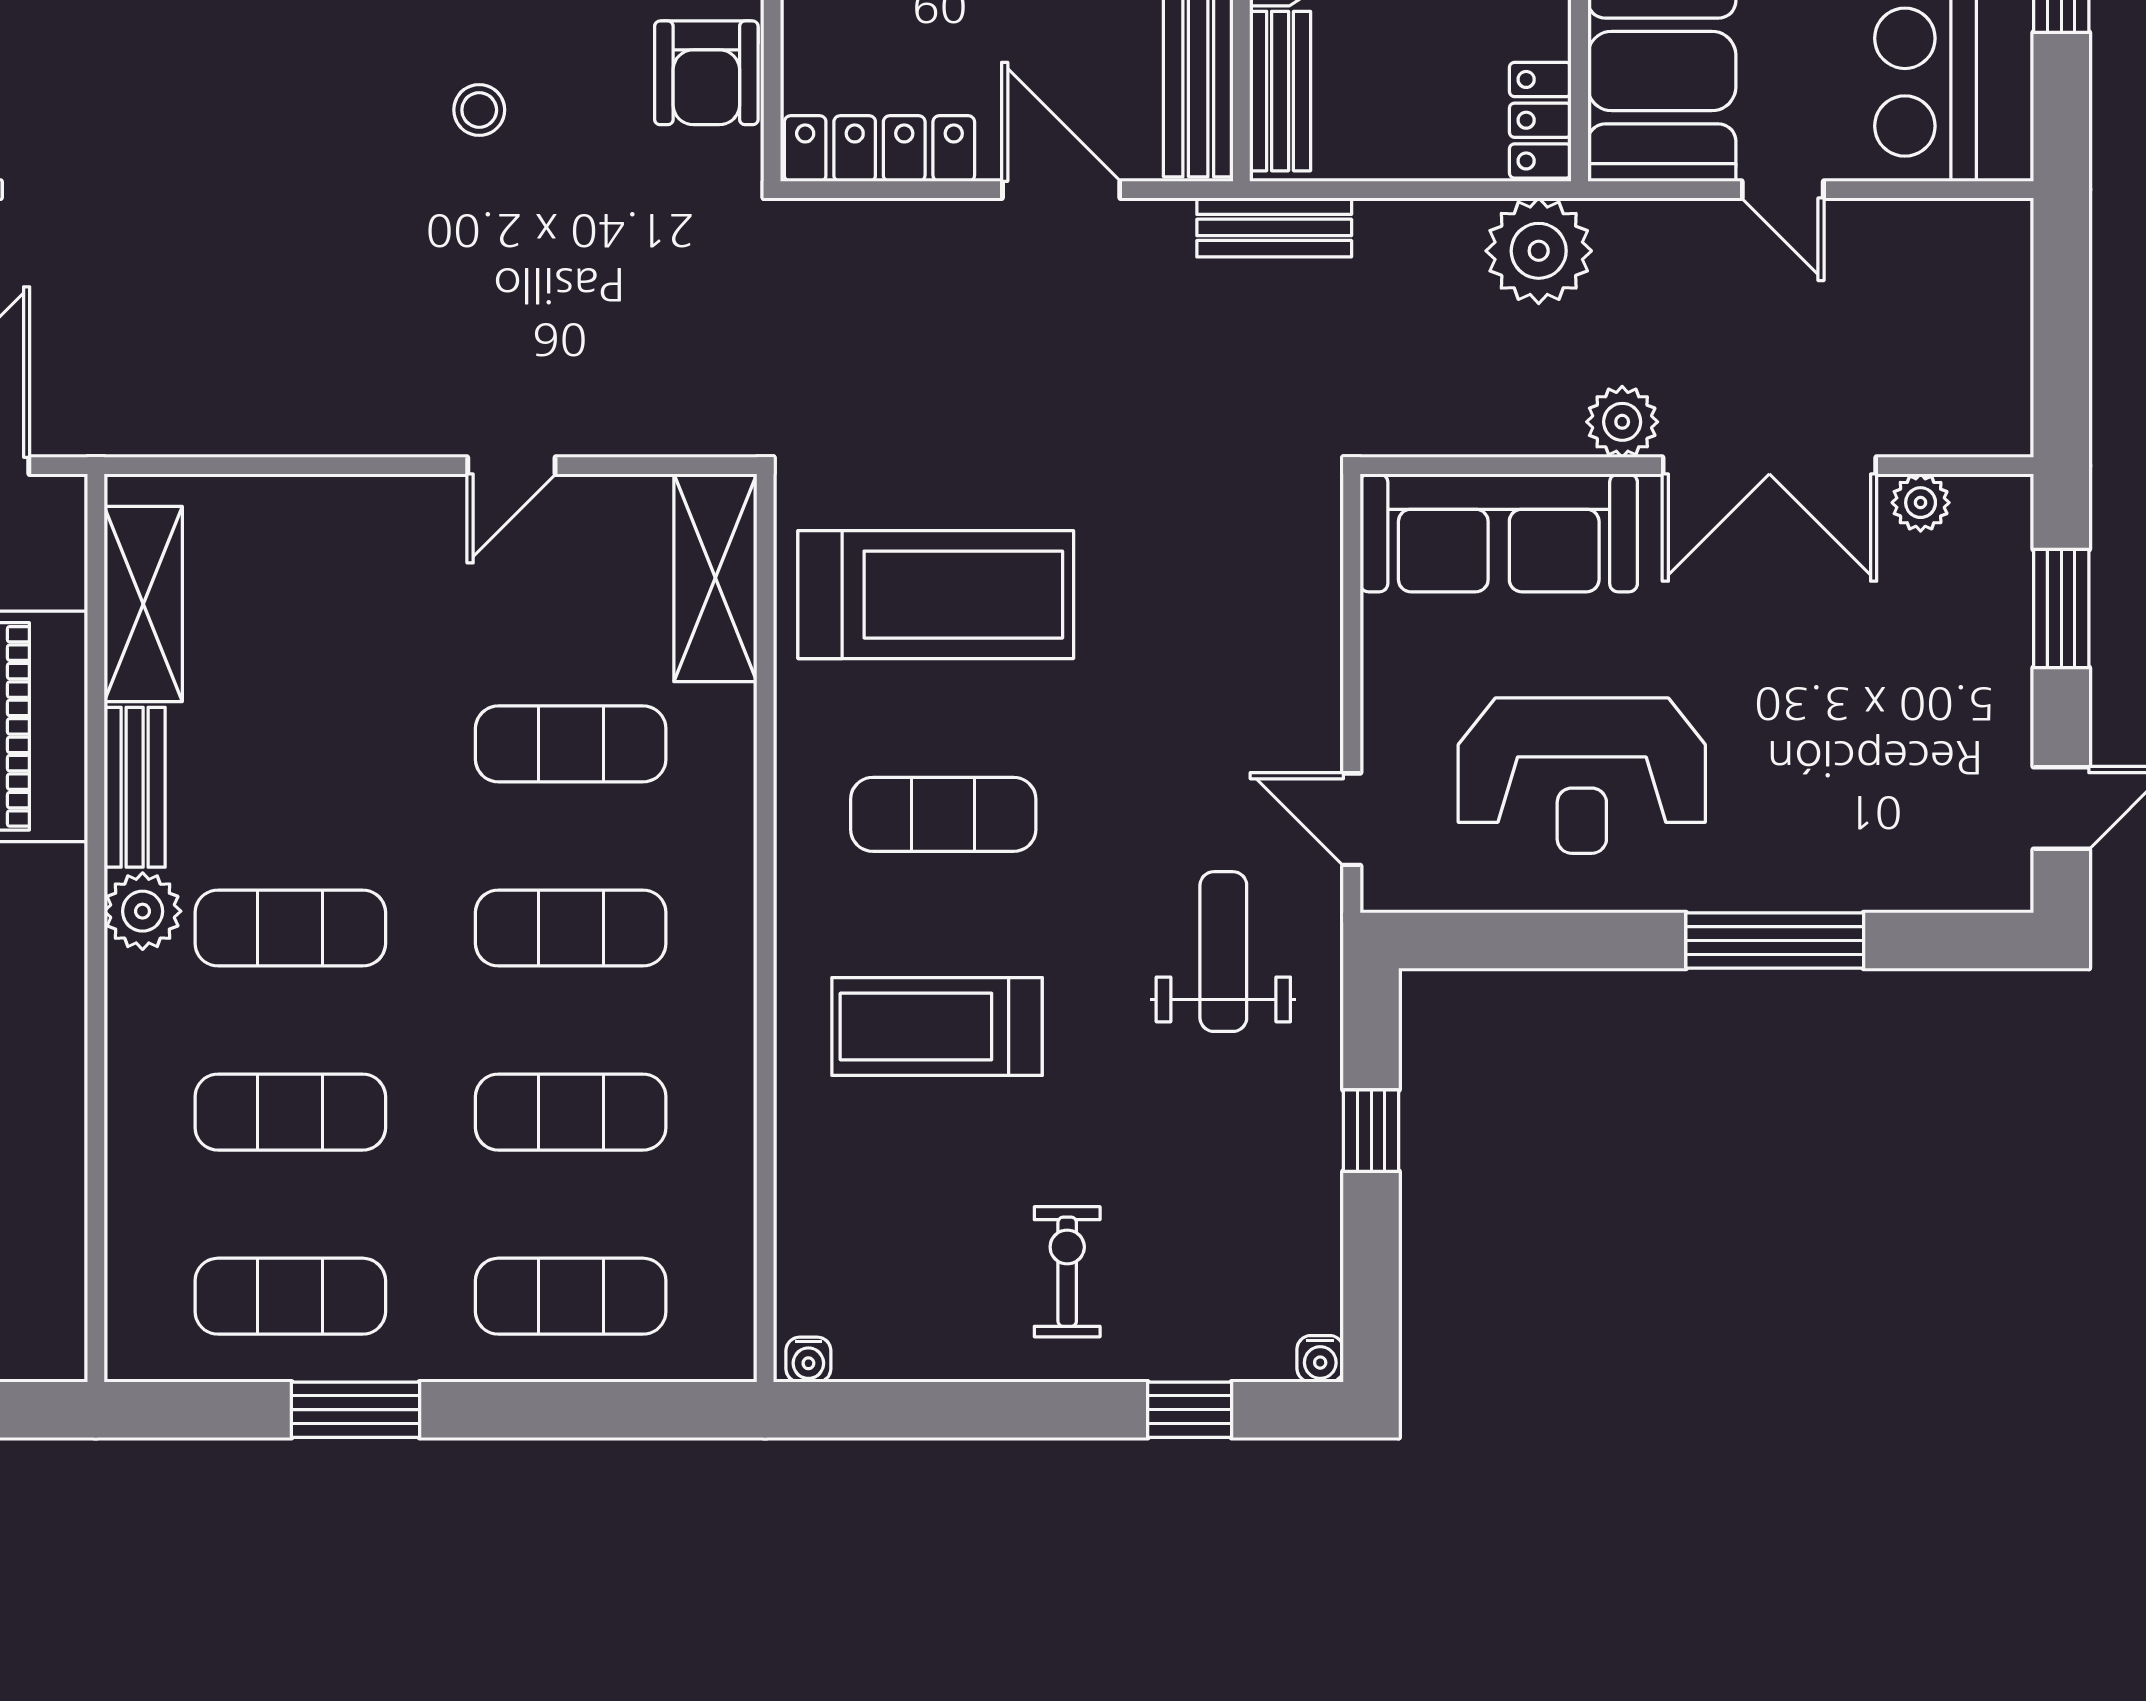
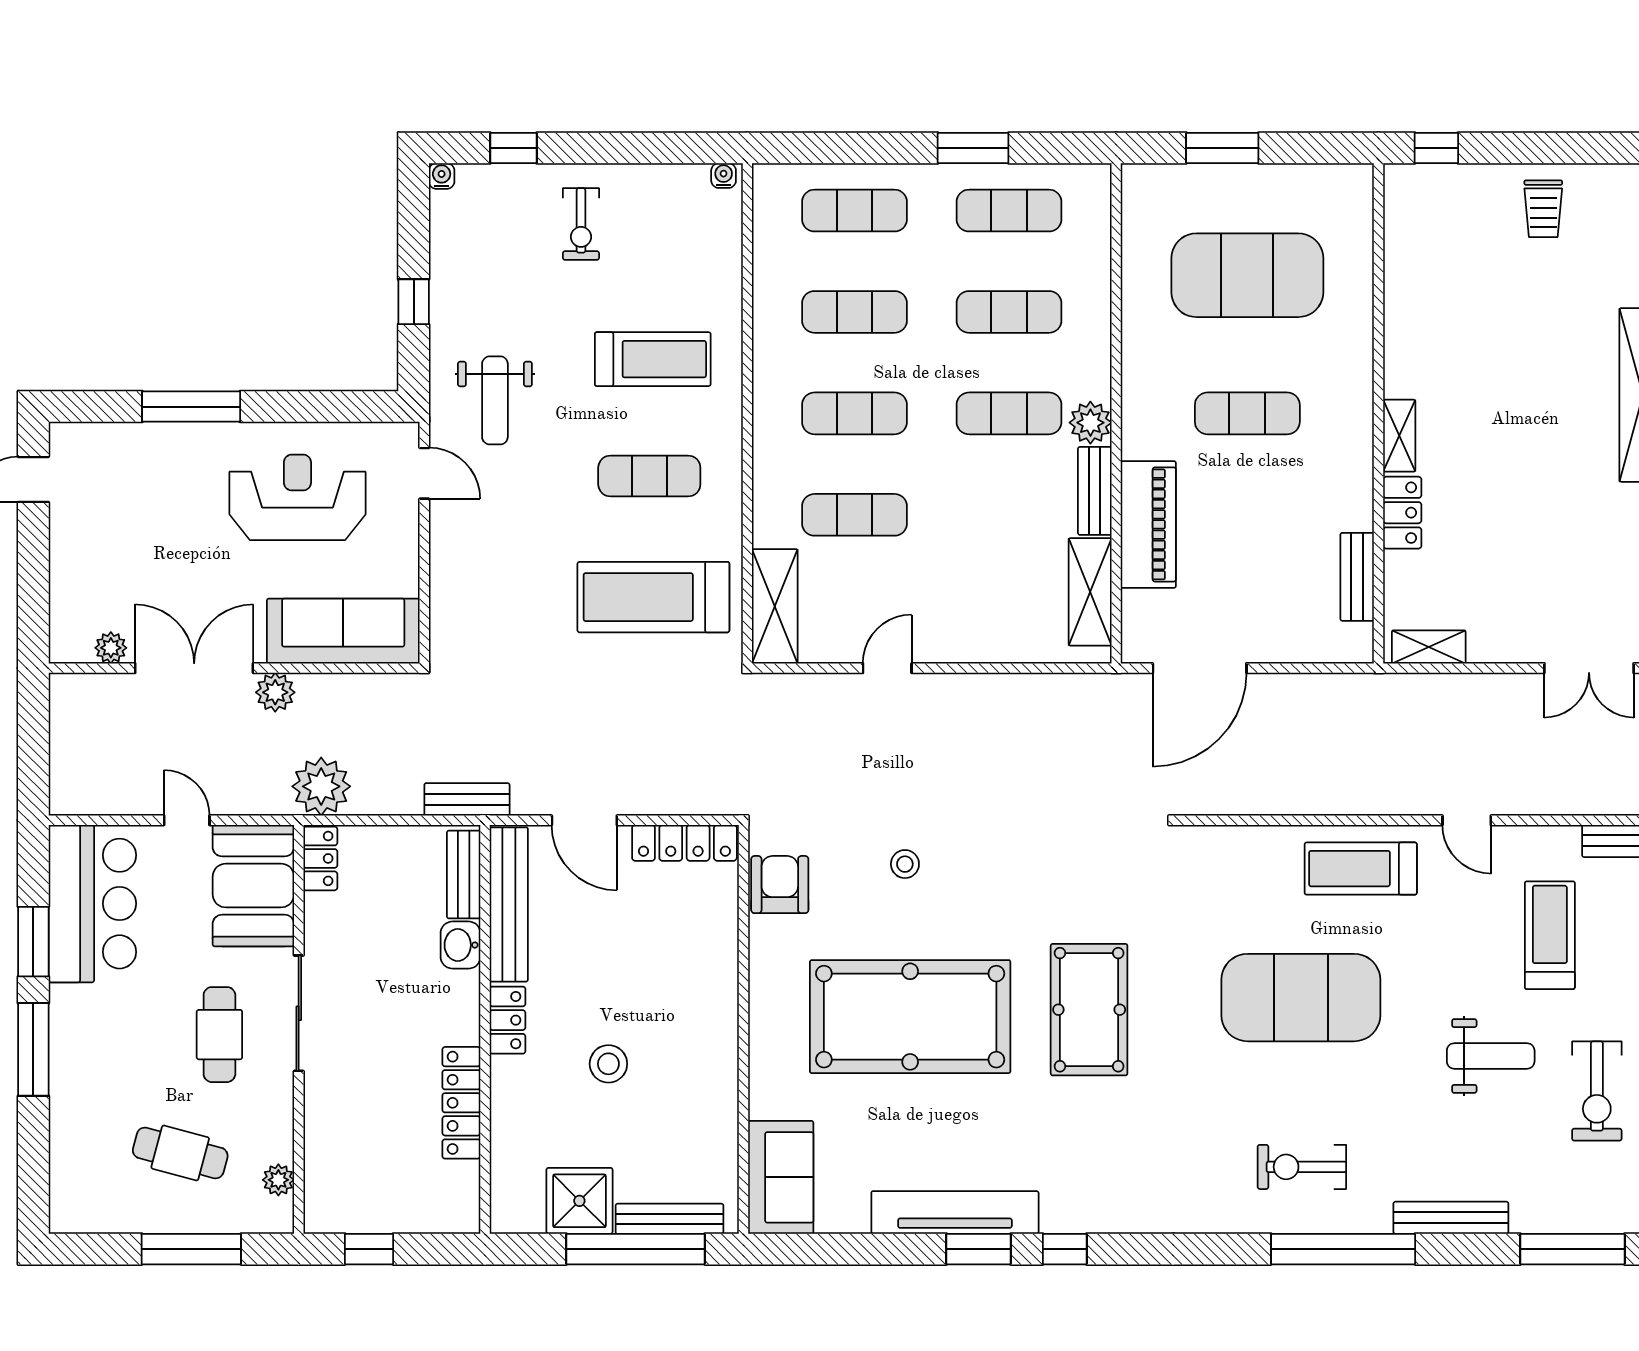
window: (2061, 608) -> (33, 589), removed

